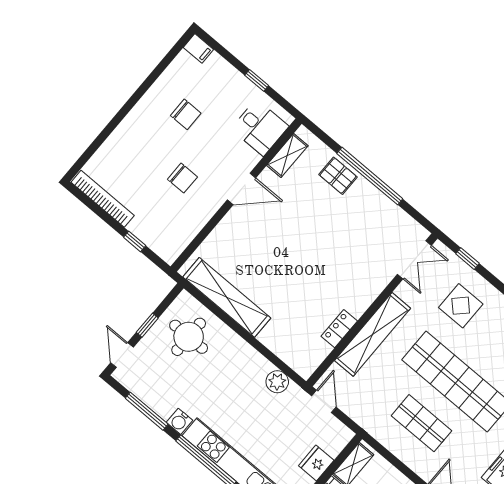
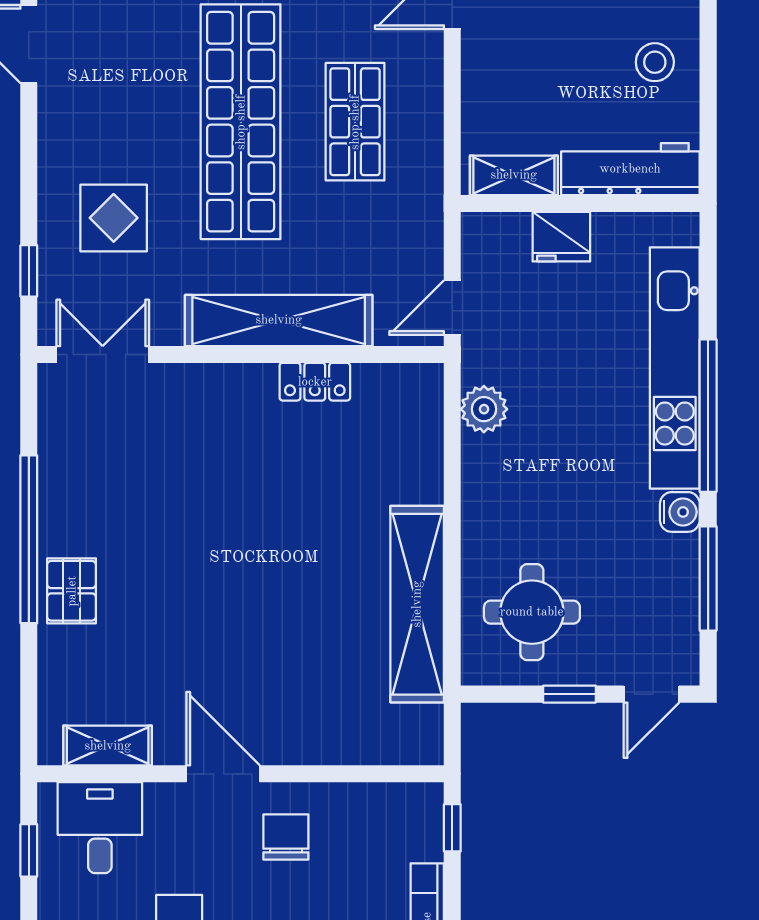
desk: (260, 127) -> (100, 828), moved
shelving: (287, 156) -> (108, 746), moved
door: (242, 189) -> (223, 774), moved
wall: (236, 195) -> (241, 774), moved

